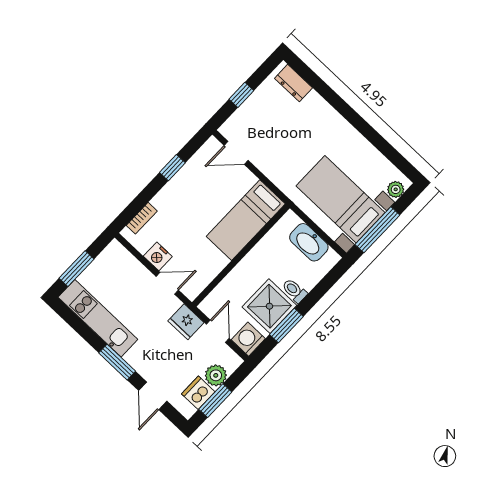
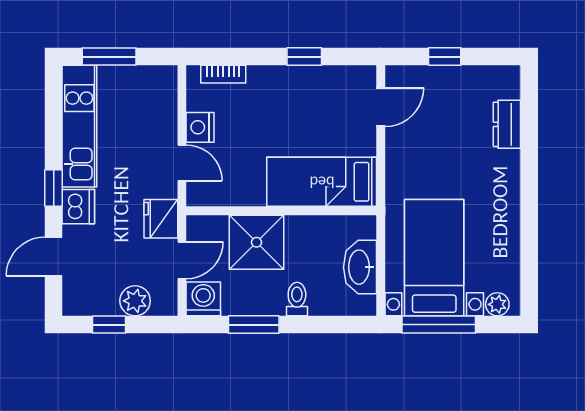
dresser: (294, 83) -> (507, 124), moved
door: (236, 153) -> (381, 107), swing flipped
shower: (269, 306) -> (257, 242), moved
window: (117, 362) -> (54, 188), width x0.67
dishwasher: (198, 393) -> (78, 207), moved, turned 90
window: (215, 401) -> (109, 325), width x0.67

